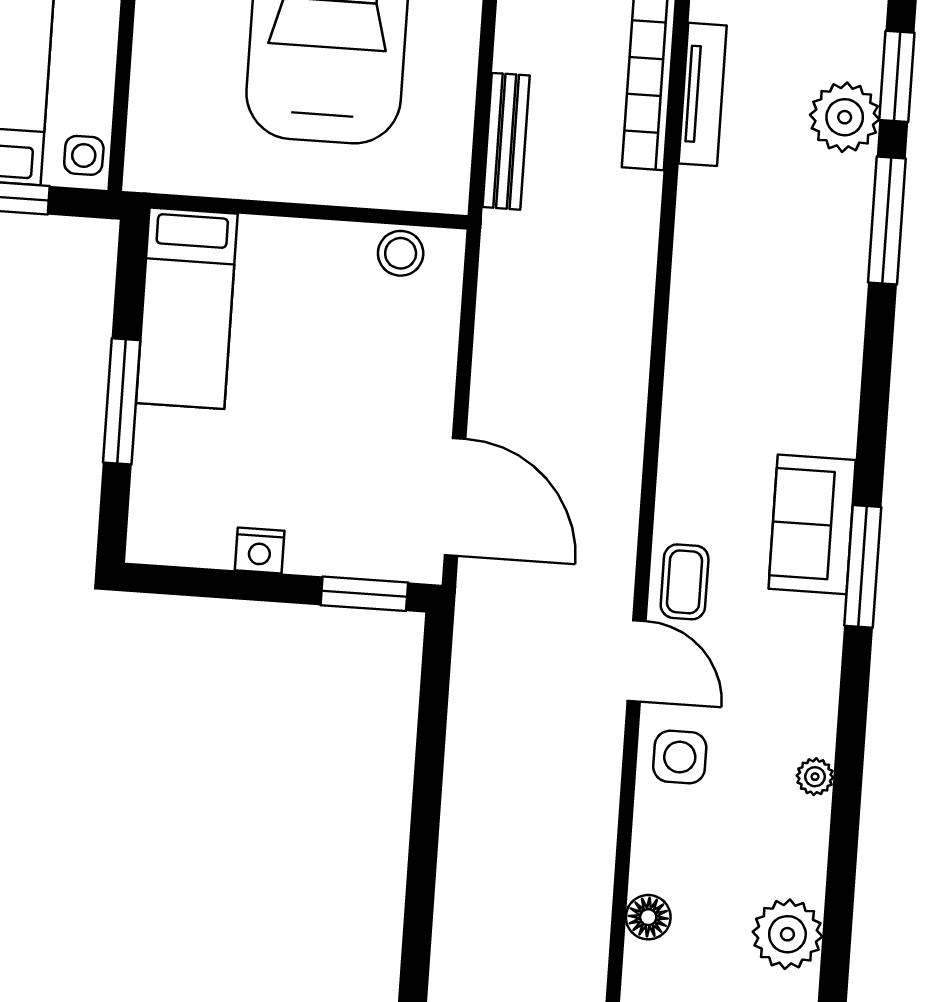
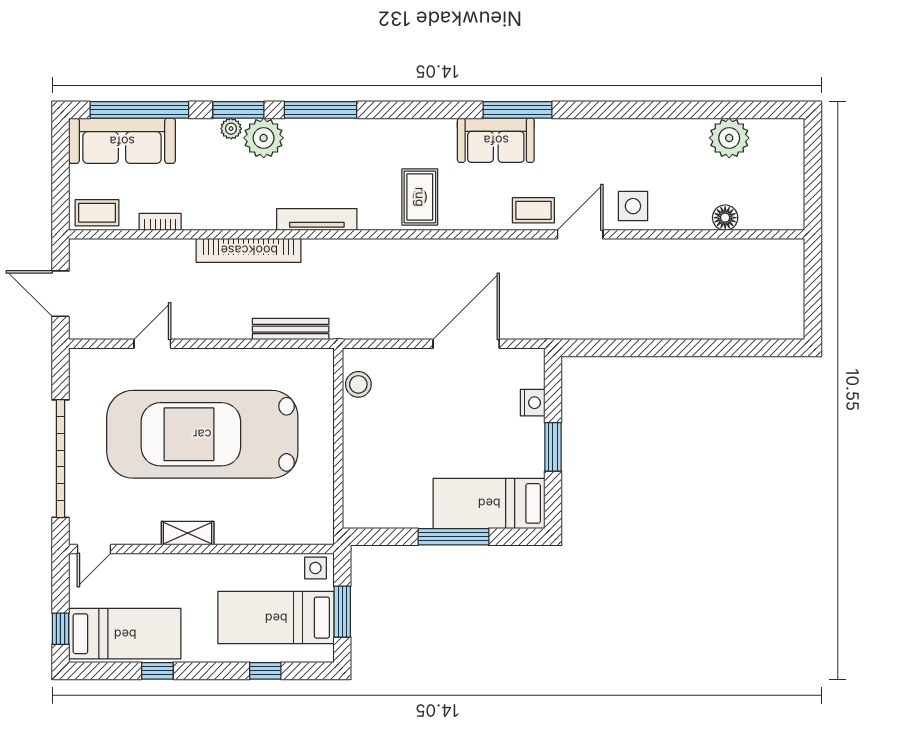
tv unit: (703, 94) -> (317, 219), moved
bed: (187, 308) -> (489, 503), moved, turned 180
rug: (722, 384) -> (420, 197), added
door: (455, 497) -> (466, 344), moved
nightstand: (260, 551) -> (533, 403), moved
window: (364, 594) -> (553, 447), moved
plant: (815, 777) -> (231, 129), moved

